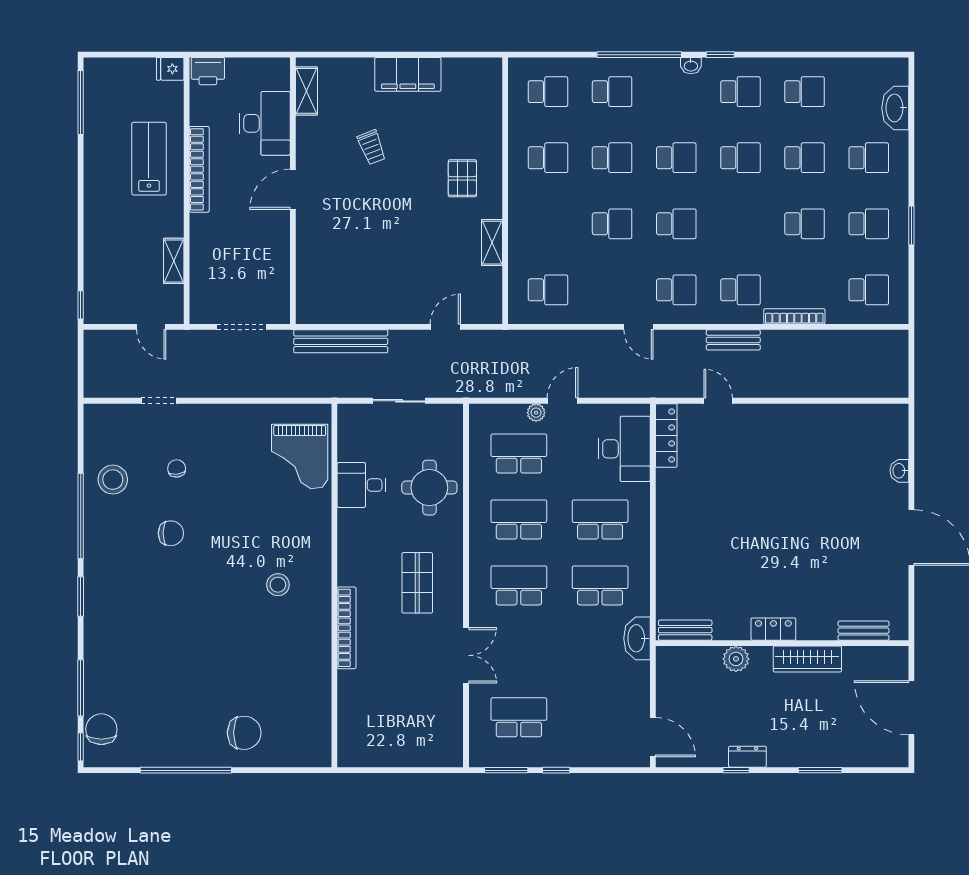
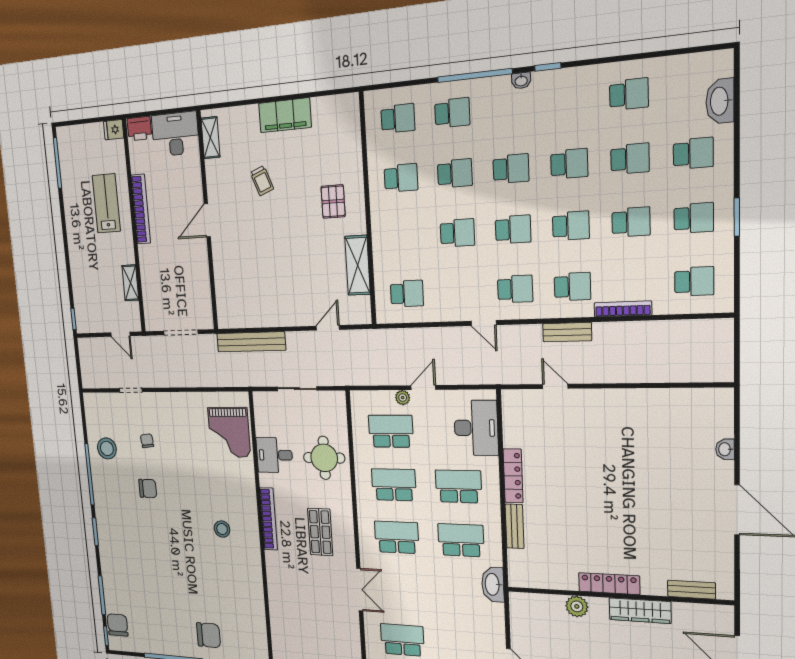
school desk: (740, 92) -> (571, 226), moved
desk: (265, 123) -> (175, 134), moved, turned -90
shelving: (492, 243) -> (358, 265), width x1.50, depth x1.33
locker: (666, 435) -> (513, 476), moved
bookcase: (346, 628) -> (269, 519), moved
locker: (773, 629) -> (609, 584), width x1.53
bench: (685, 630) -> (515, 526), moved, turned 90

